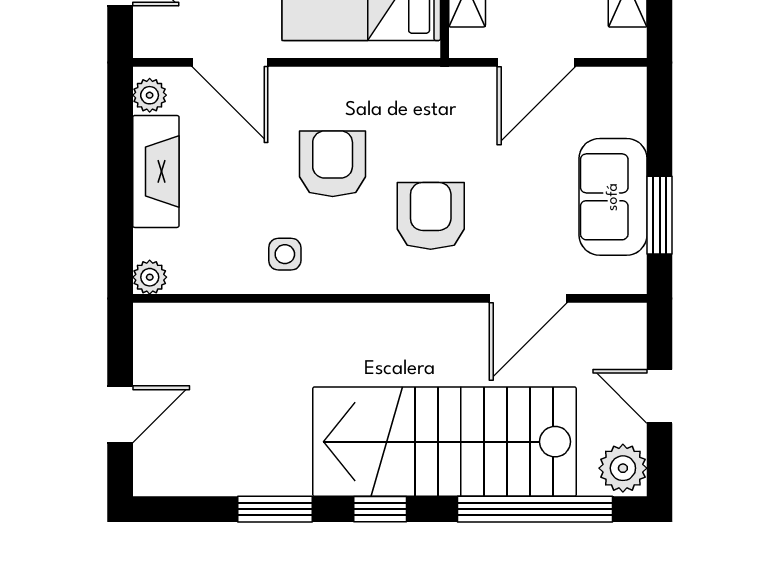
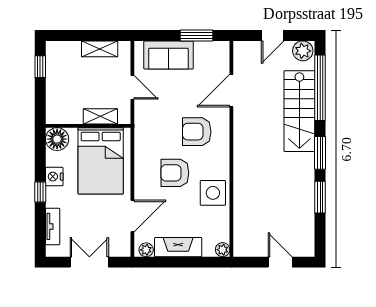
door: (536, 62) -> (132, 87), width x0.73
sofa: (613, 197) -> (168, 55), moved
side table: (285, 254) -> (213, 193), width x1.87, depth x1.87
door: (528, 298) -> (231, 91), swing flipped
stairs: (445, 442) -> (299, 111), width x0.73, depth x0.66
window: (380, 509) -> (320, 153), width x1.50

